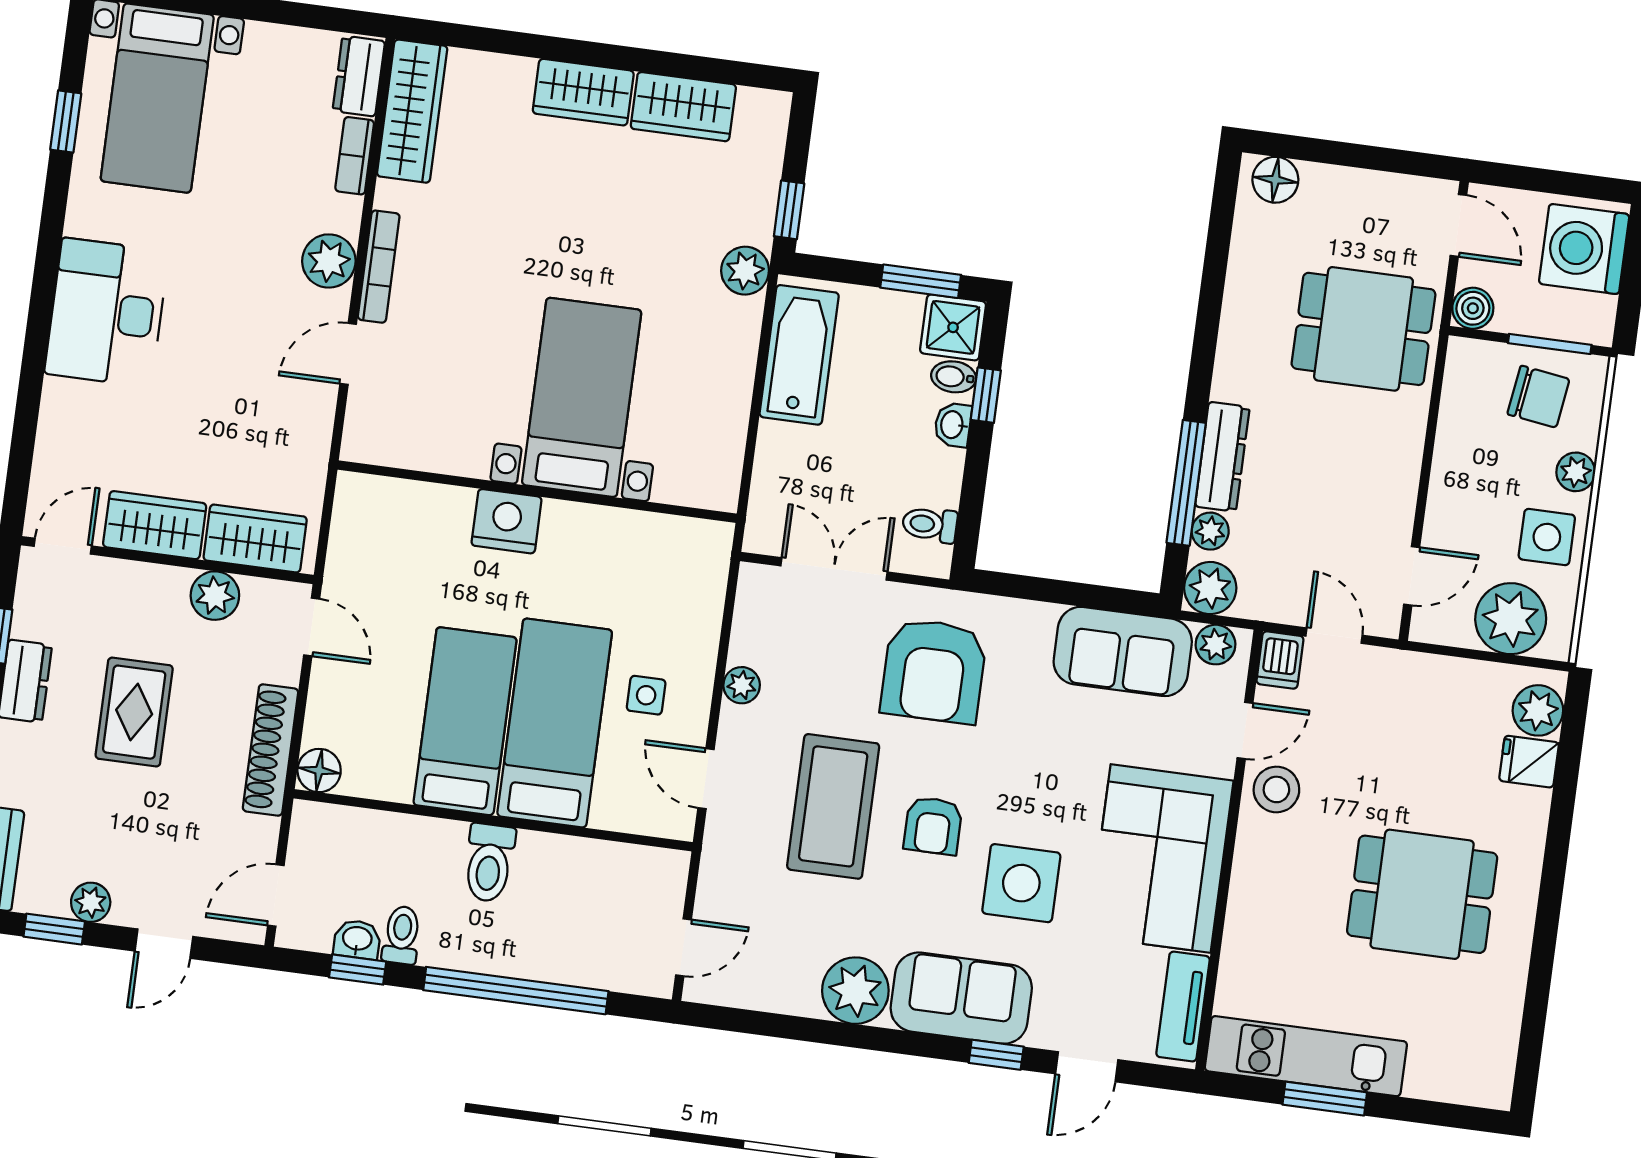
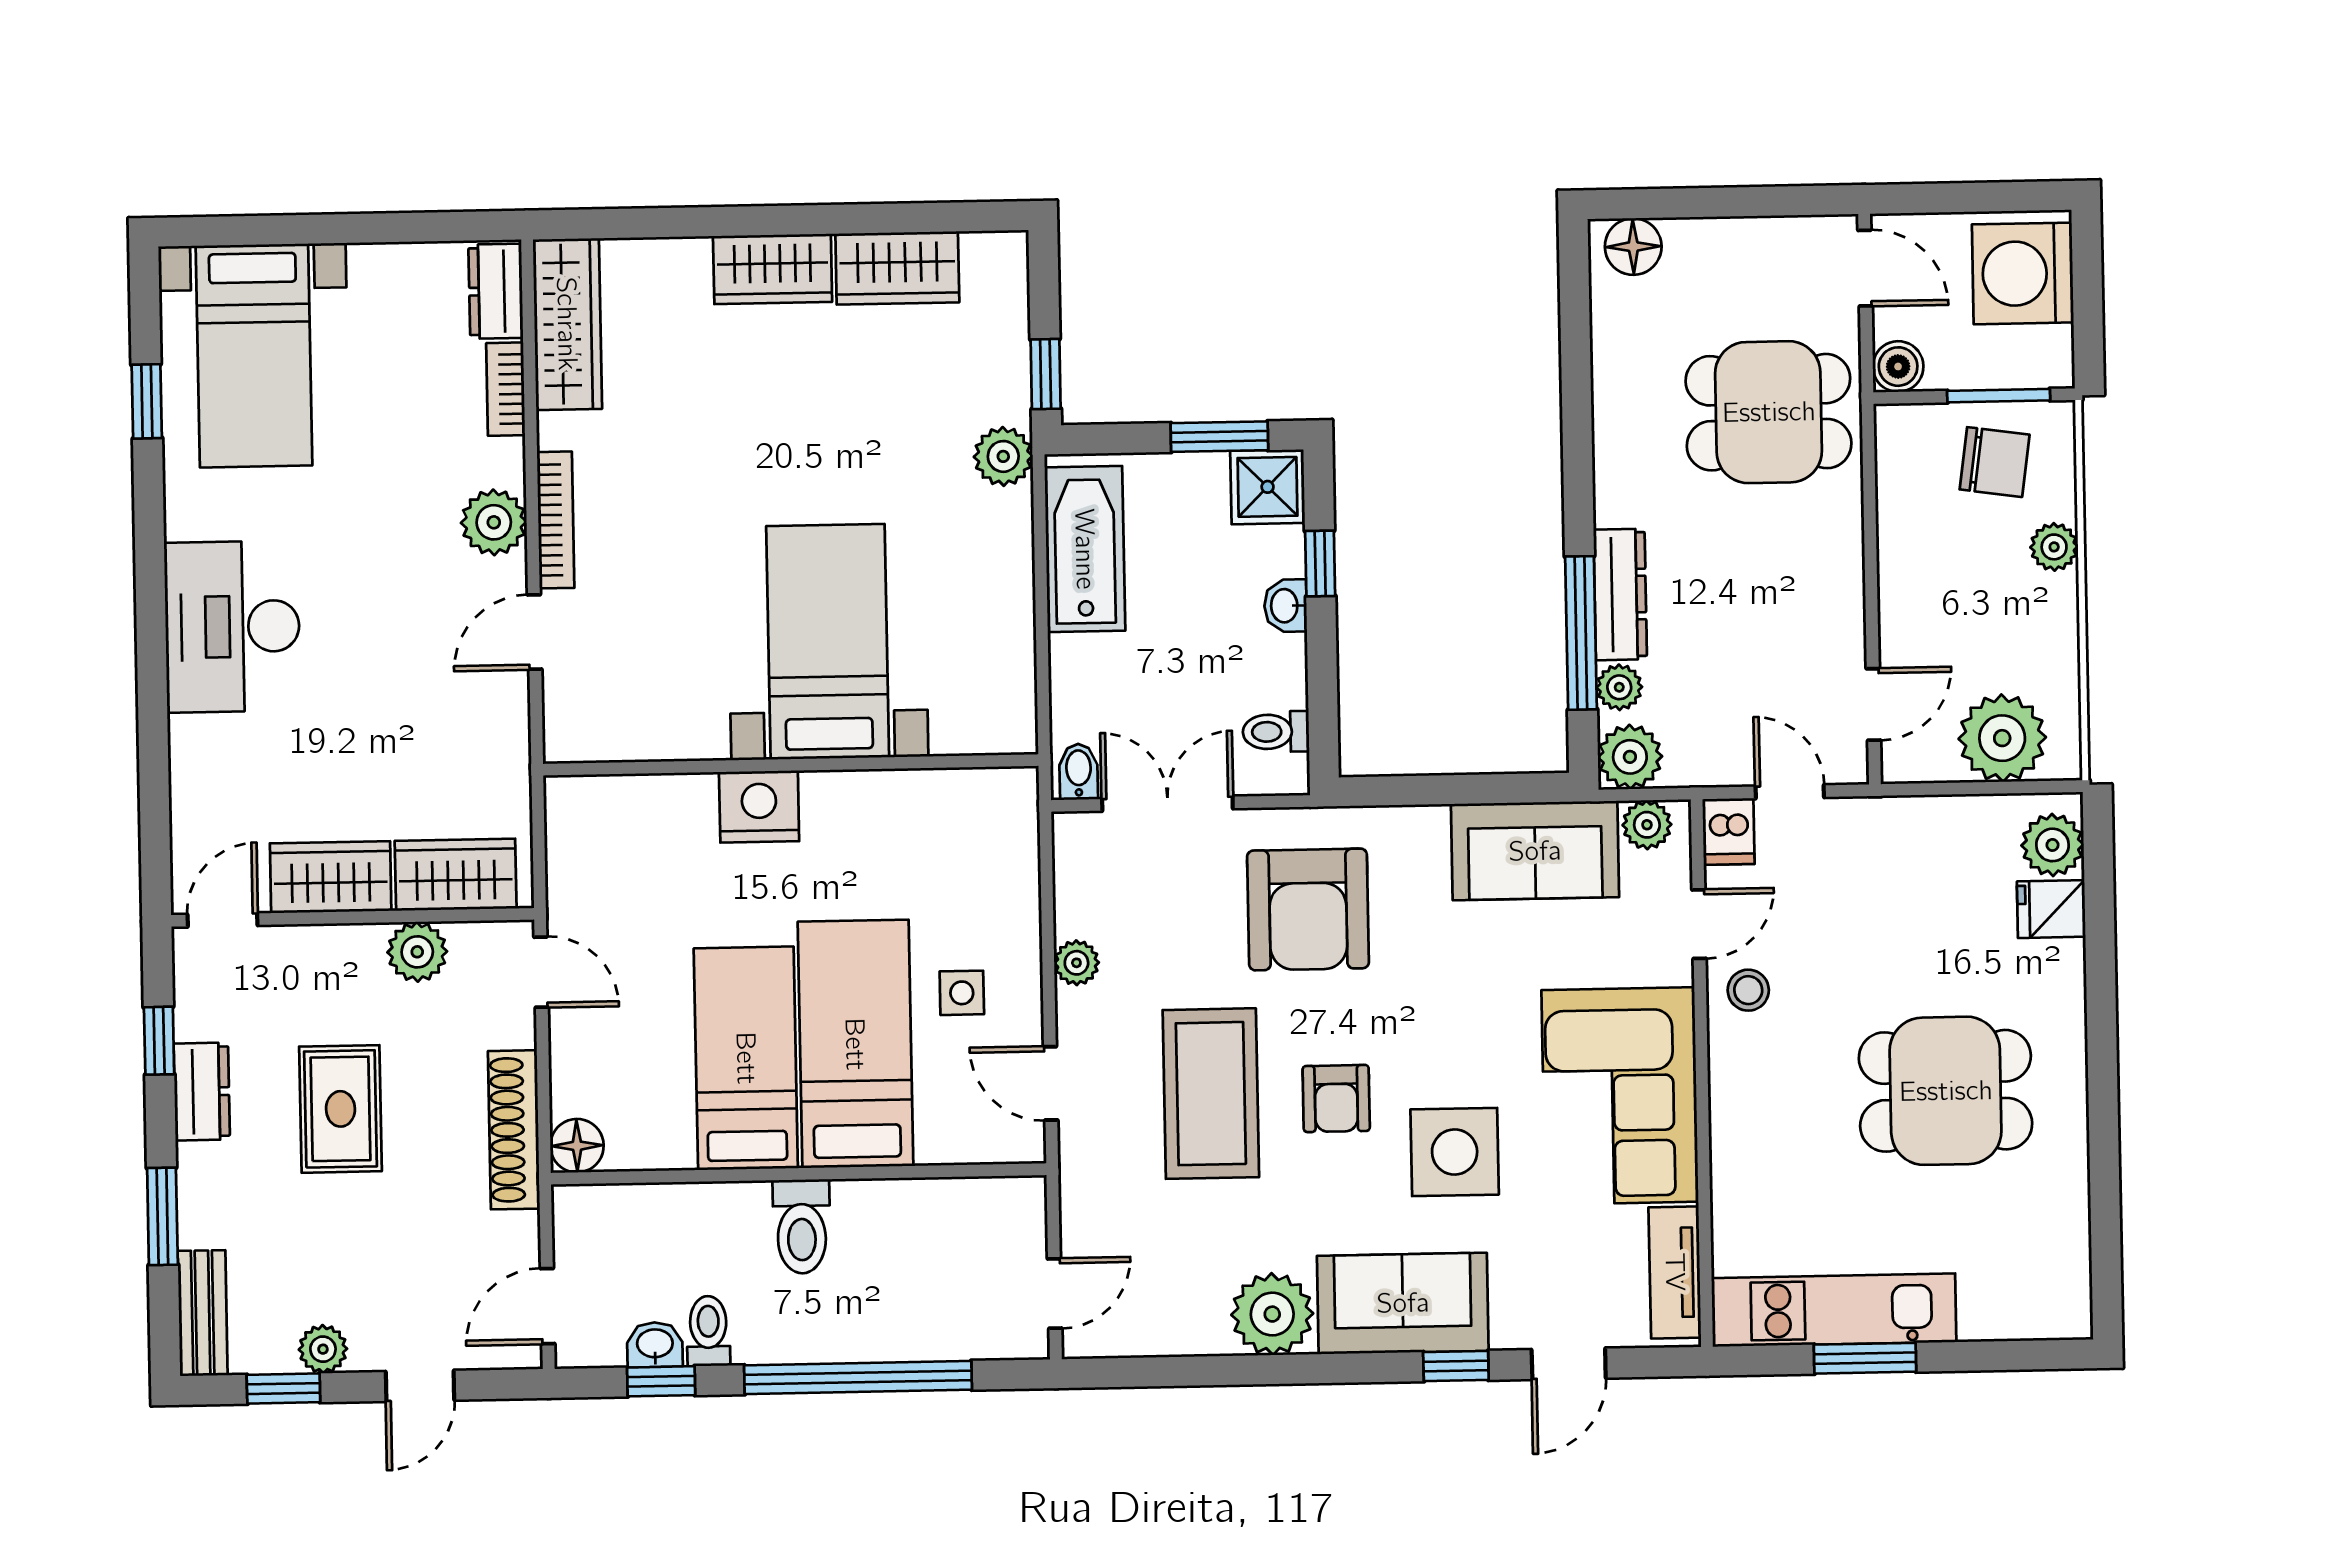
bidet: (954, 377) -> (1079, 772), moved, turned 90
side table: (1547, 537) -> (2031, 632), removed
stool: (1276, 789) -> (1748, 990), width x0.73, depth x0.73

